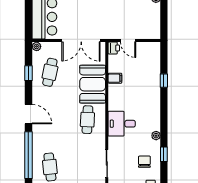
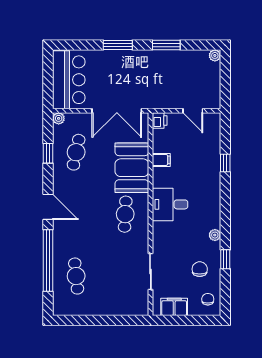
door: (128, 41) -> (193, 111), moved
desk: (122, 124) -> (170, 204), moved

